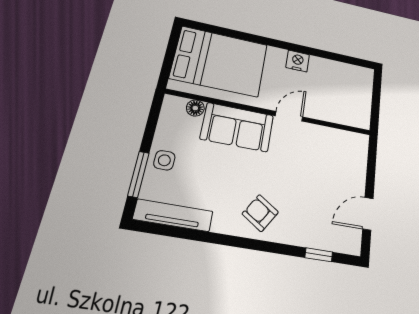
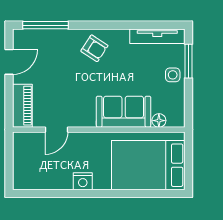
door: (289, 116) -> (56, 130), moved
piano: (356, 158) -> (22, 106), added
window: (319, 255) -> (46, 25), width x2.17

